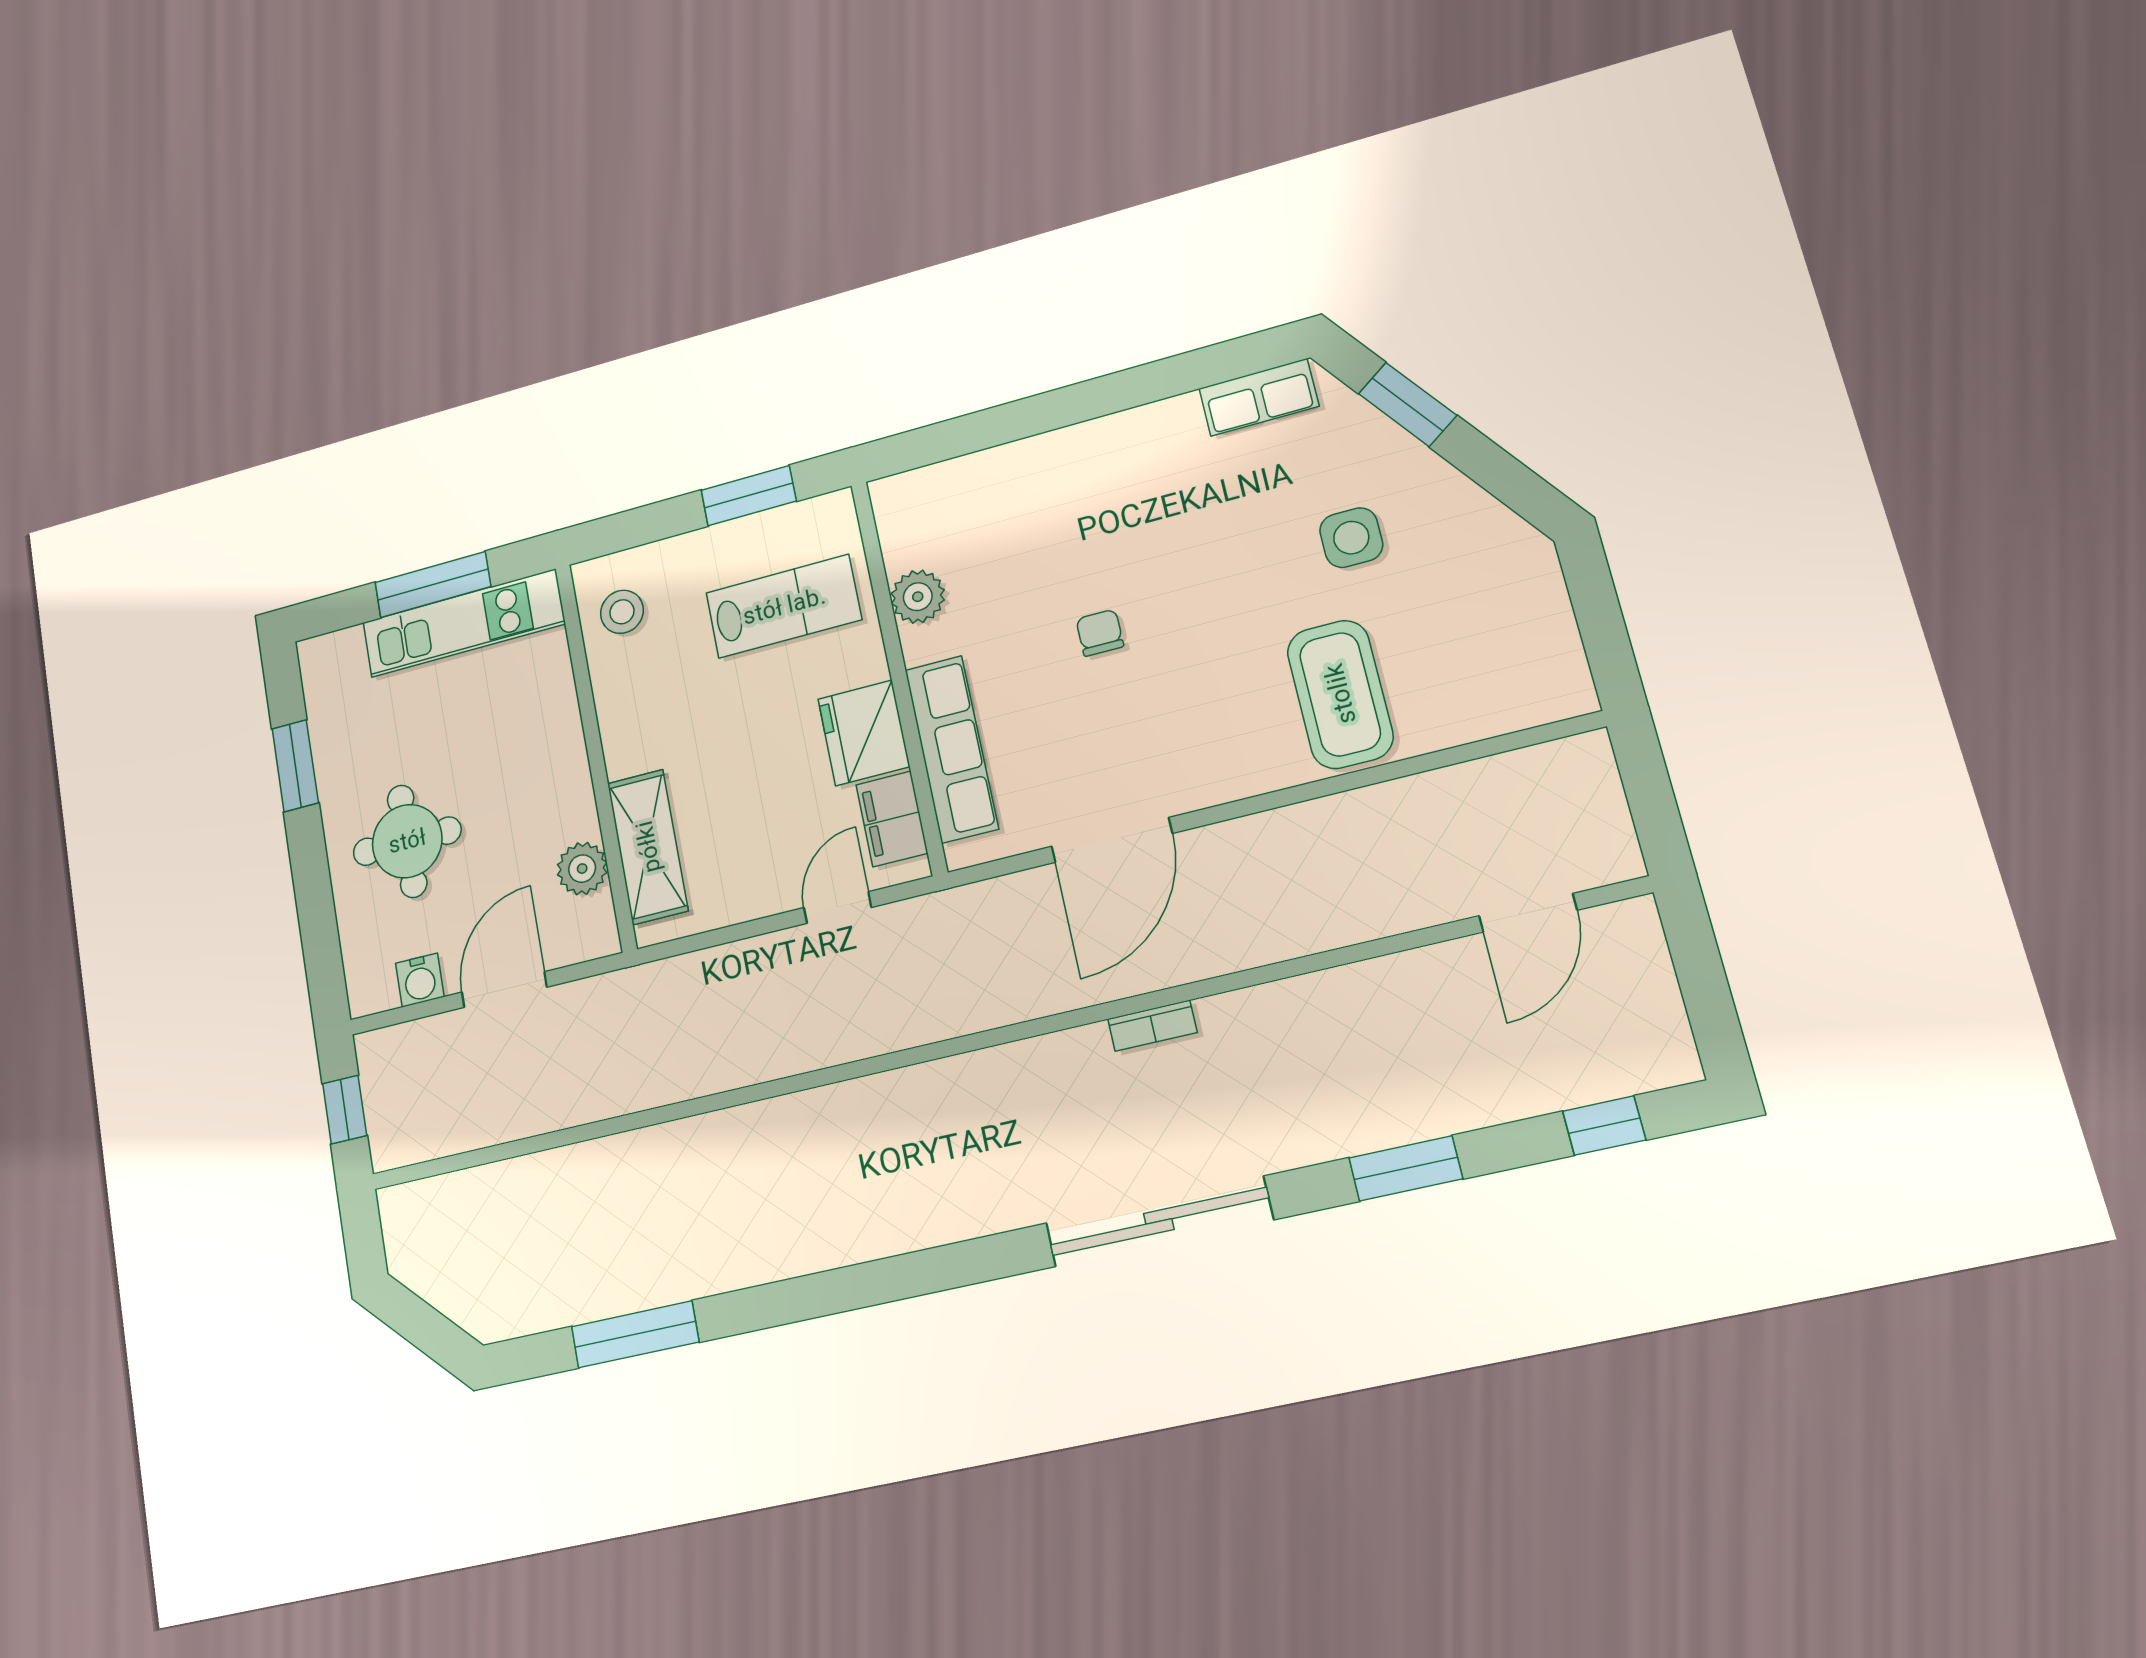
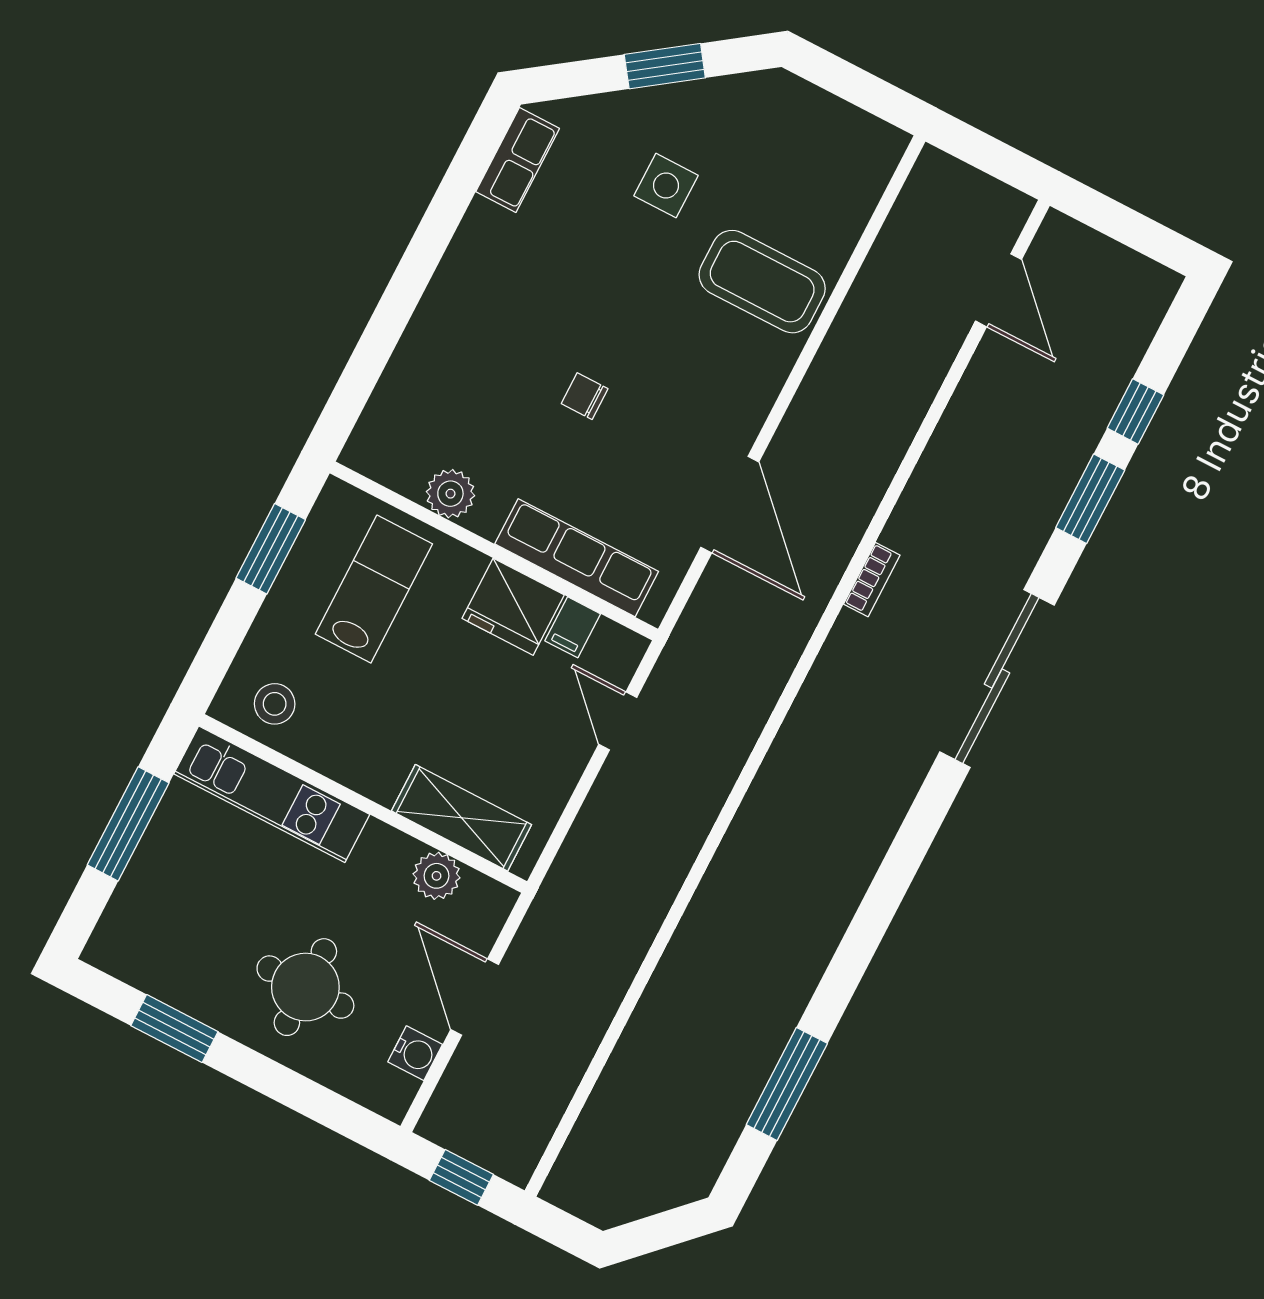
window: (1407, 404) -> (665, 66), moved
kitchen unit: (463, 623) -> (272, 794), moved, turned 90
filing cabinet: (892, 819) -> (573, 627), width x0.50
window: (1604, 1126) -> (1135, 411), moved

